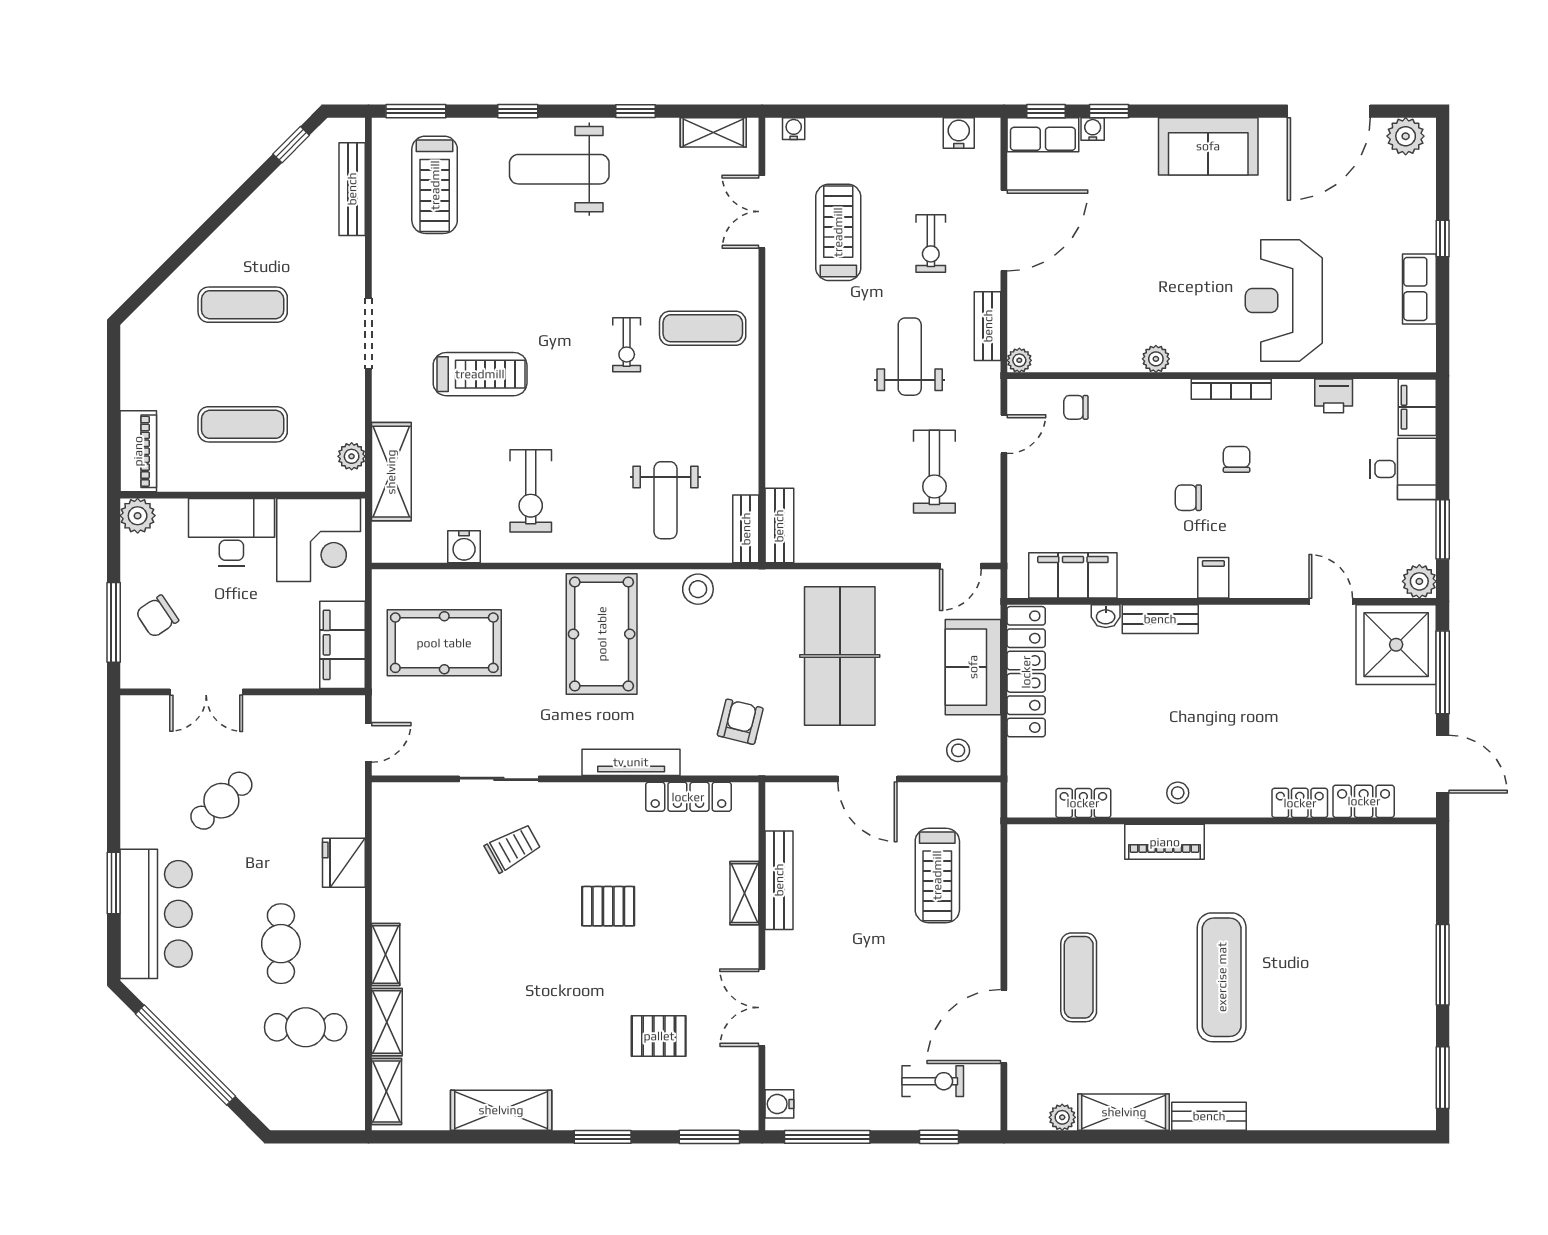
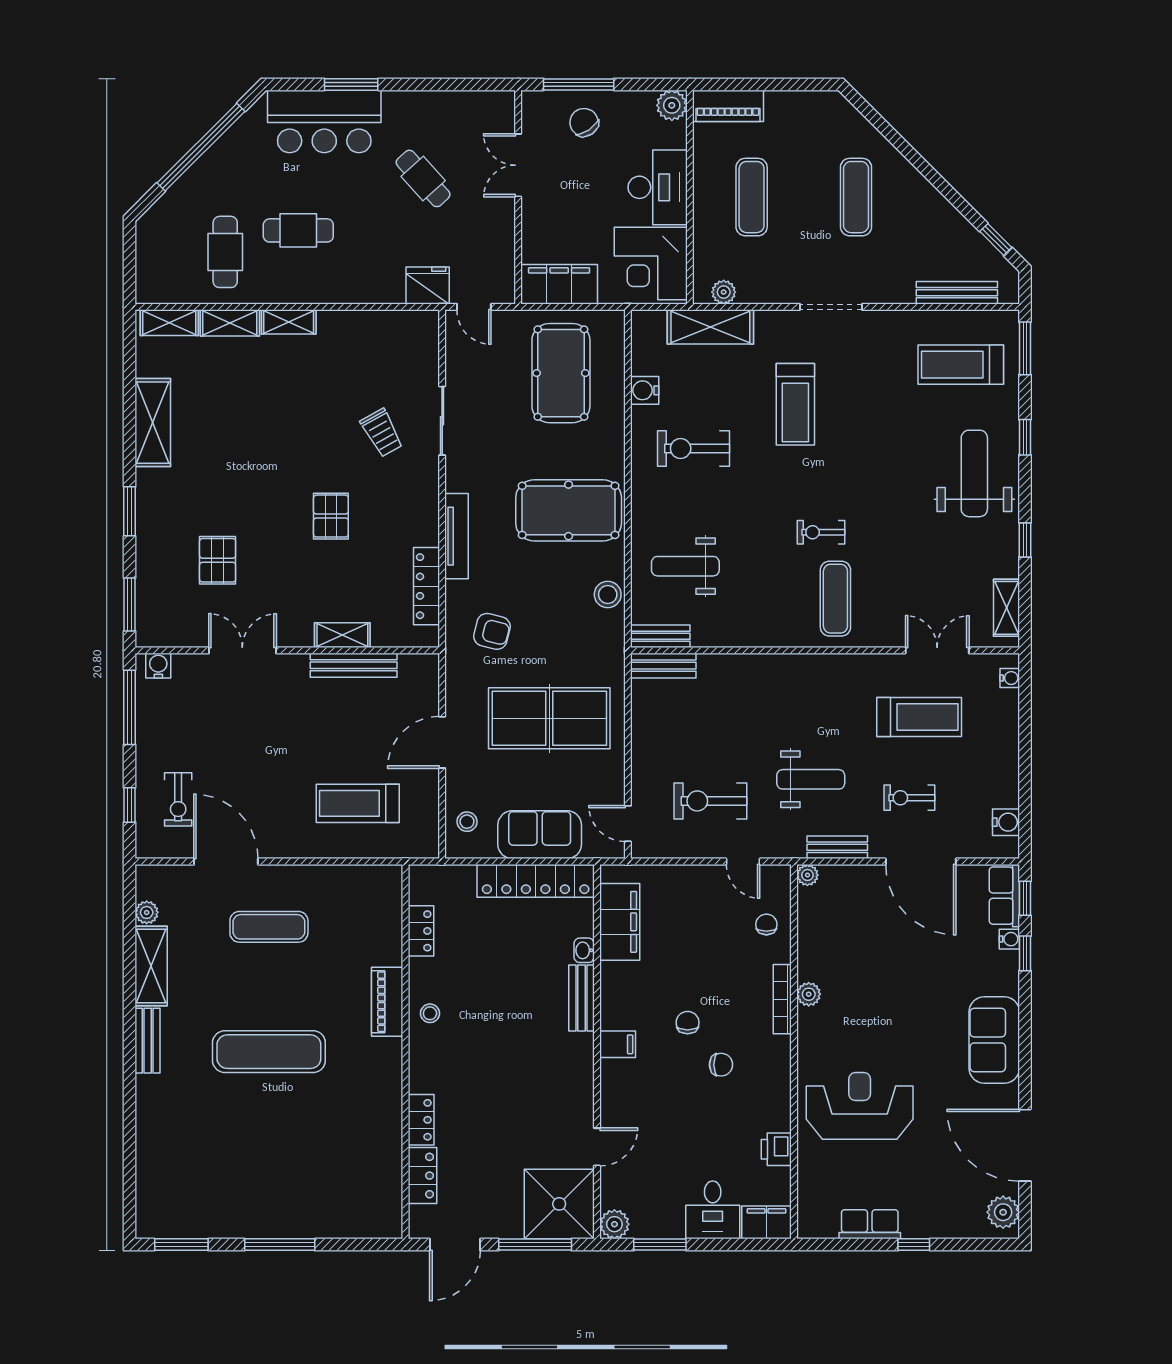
bookcase: (1231, 389) -> (782, 999), moved
fridge: (344, 863) -> (428, 285), moved

